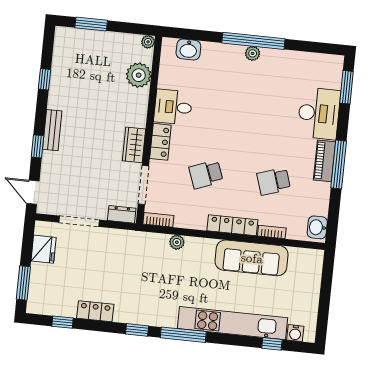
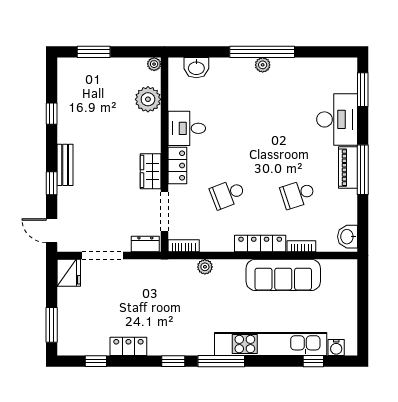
fridge: (44, 249) -> (69, 273), moved

